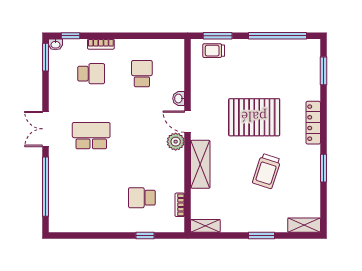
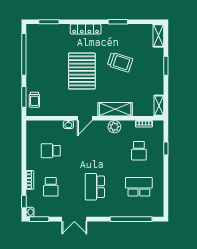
school desk: (91, 74) -> (51, 187), turned 180
double door: (45, 129) -> (74, 219), moved
plant: (176, 142) -> (114, 127), moved
school desk: (91, 198) -> (139, 187), added

